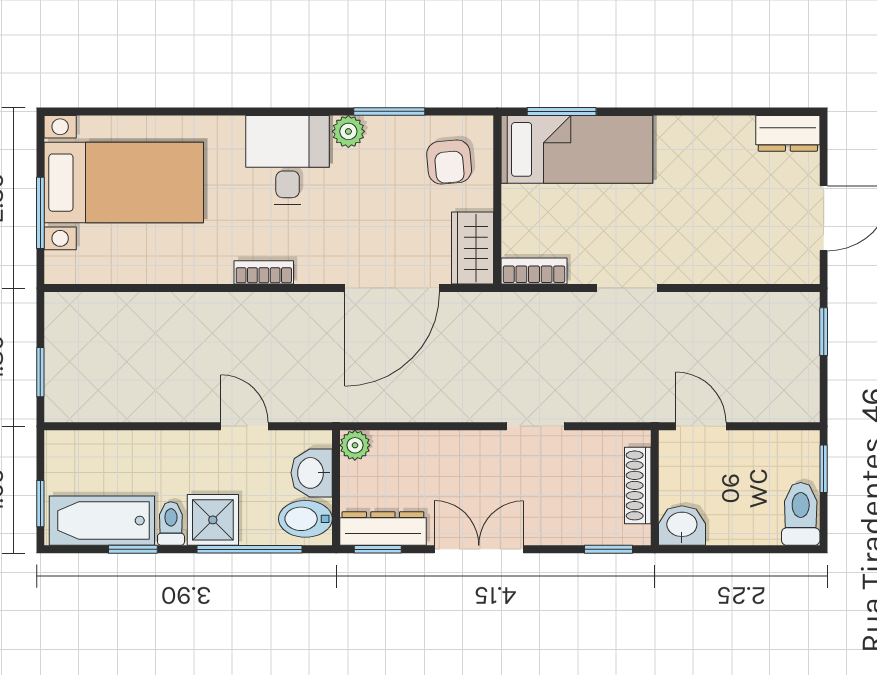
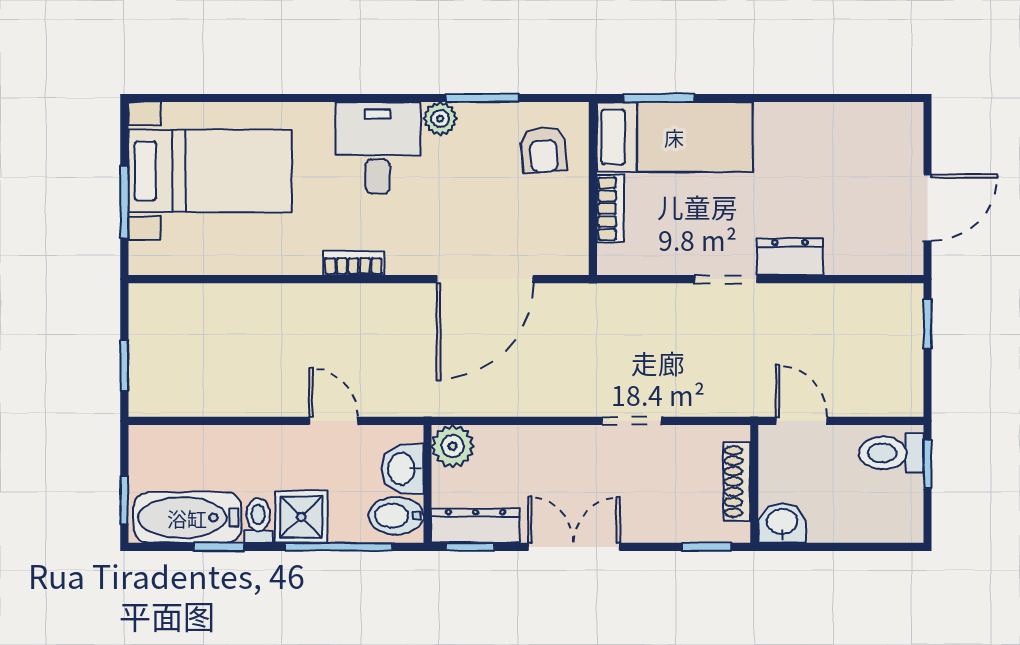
dresser: (788, 133) -> (790, 257), moved, turned 180
wardrobe: (472, 248) -> (567, 238), removed
bookcase: (534, 271) -> (610, 209), moved, turned 90
plant: (355, 445) -> (453, 446), width x1.38, depth x1.38
toilet: (801, 514) -> (891, 453), moved, turned -90

